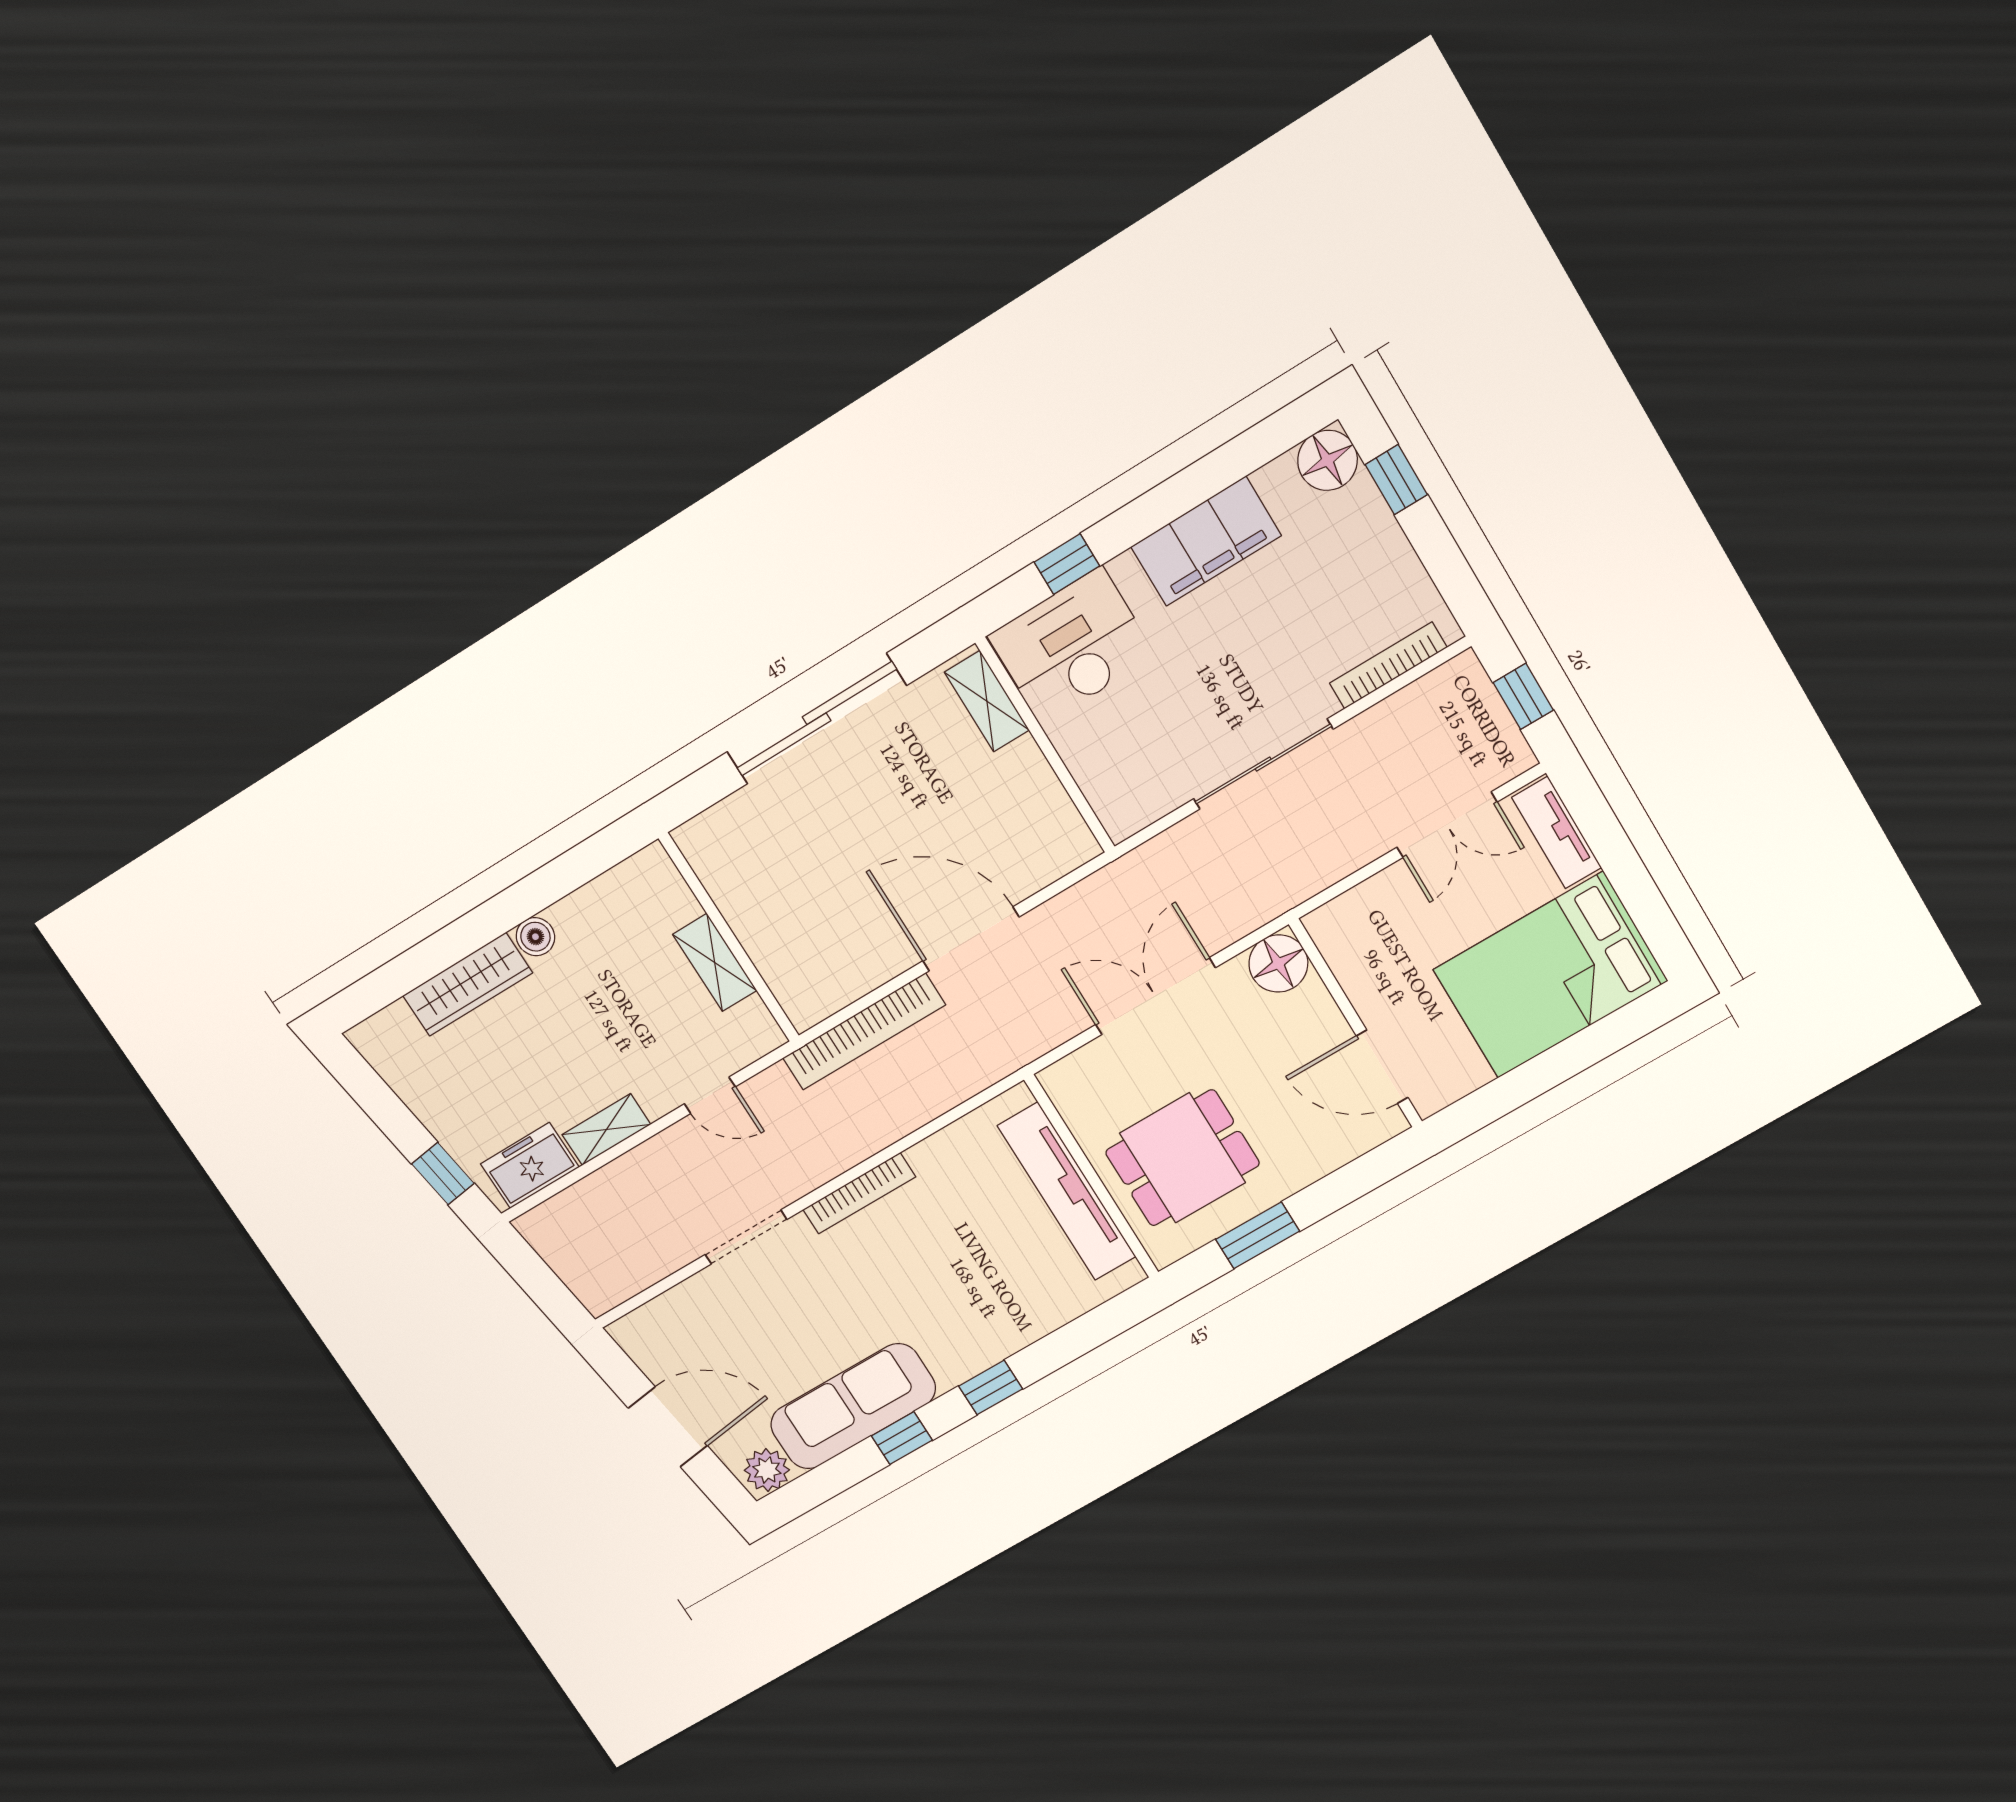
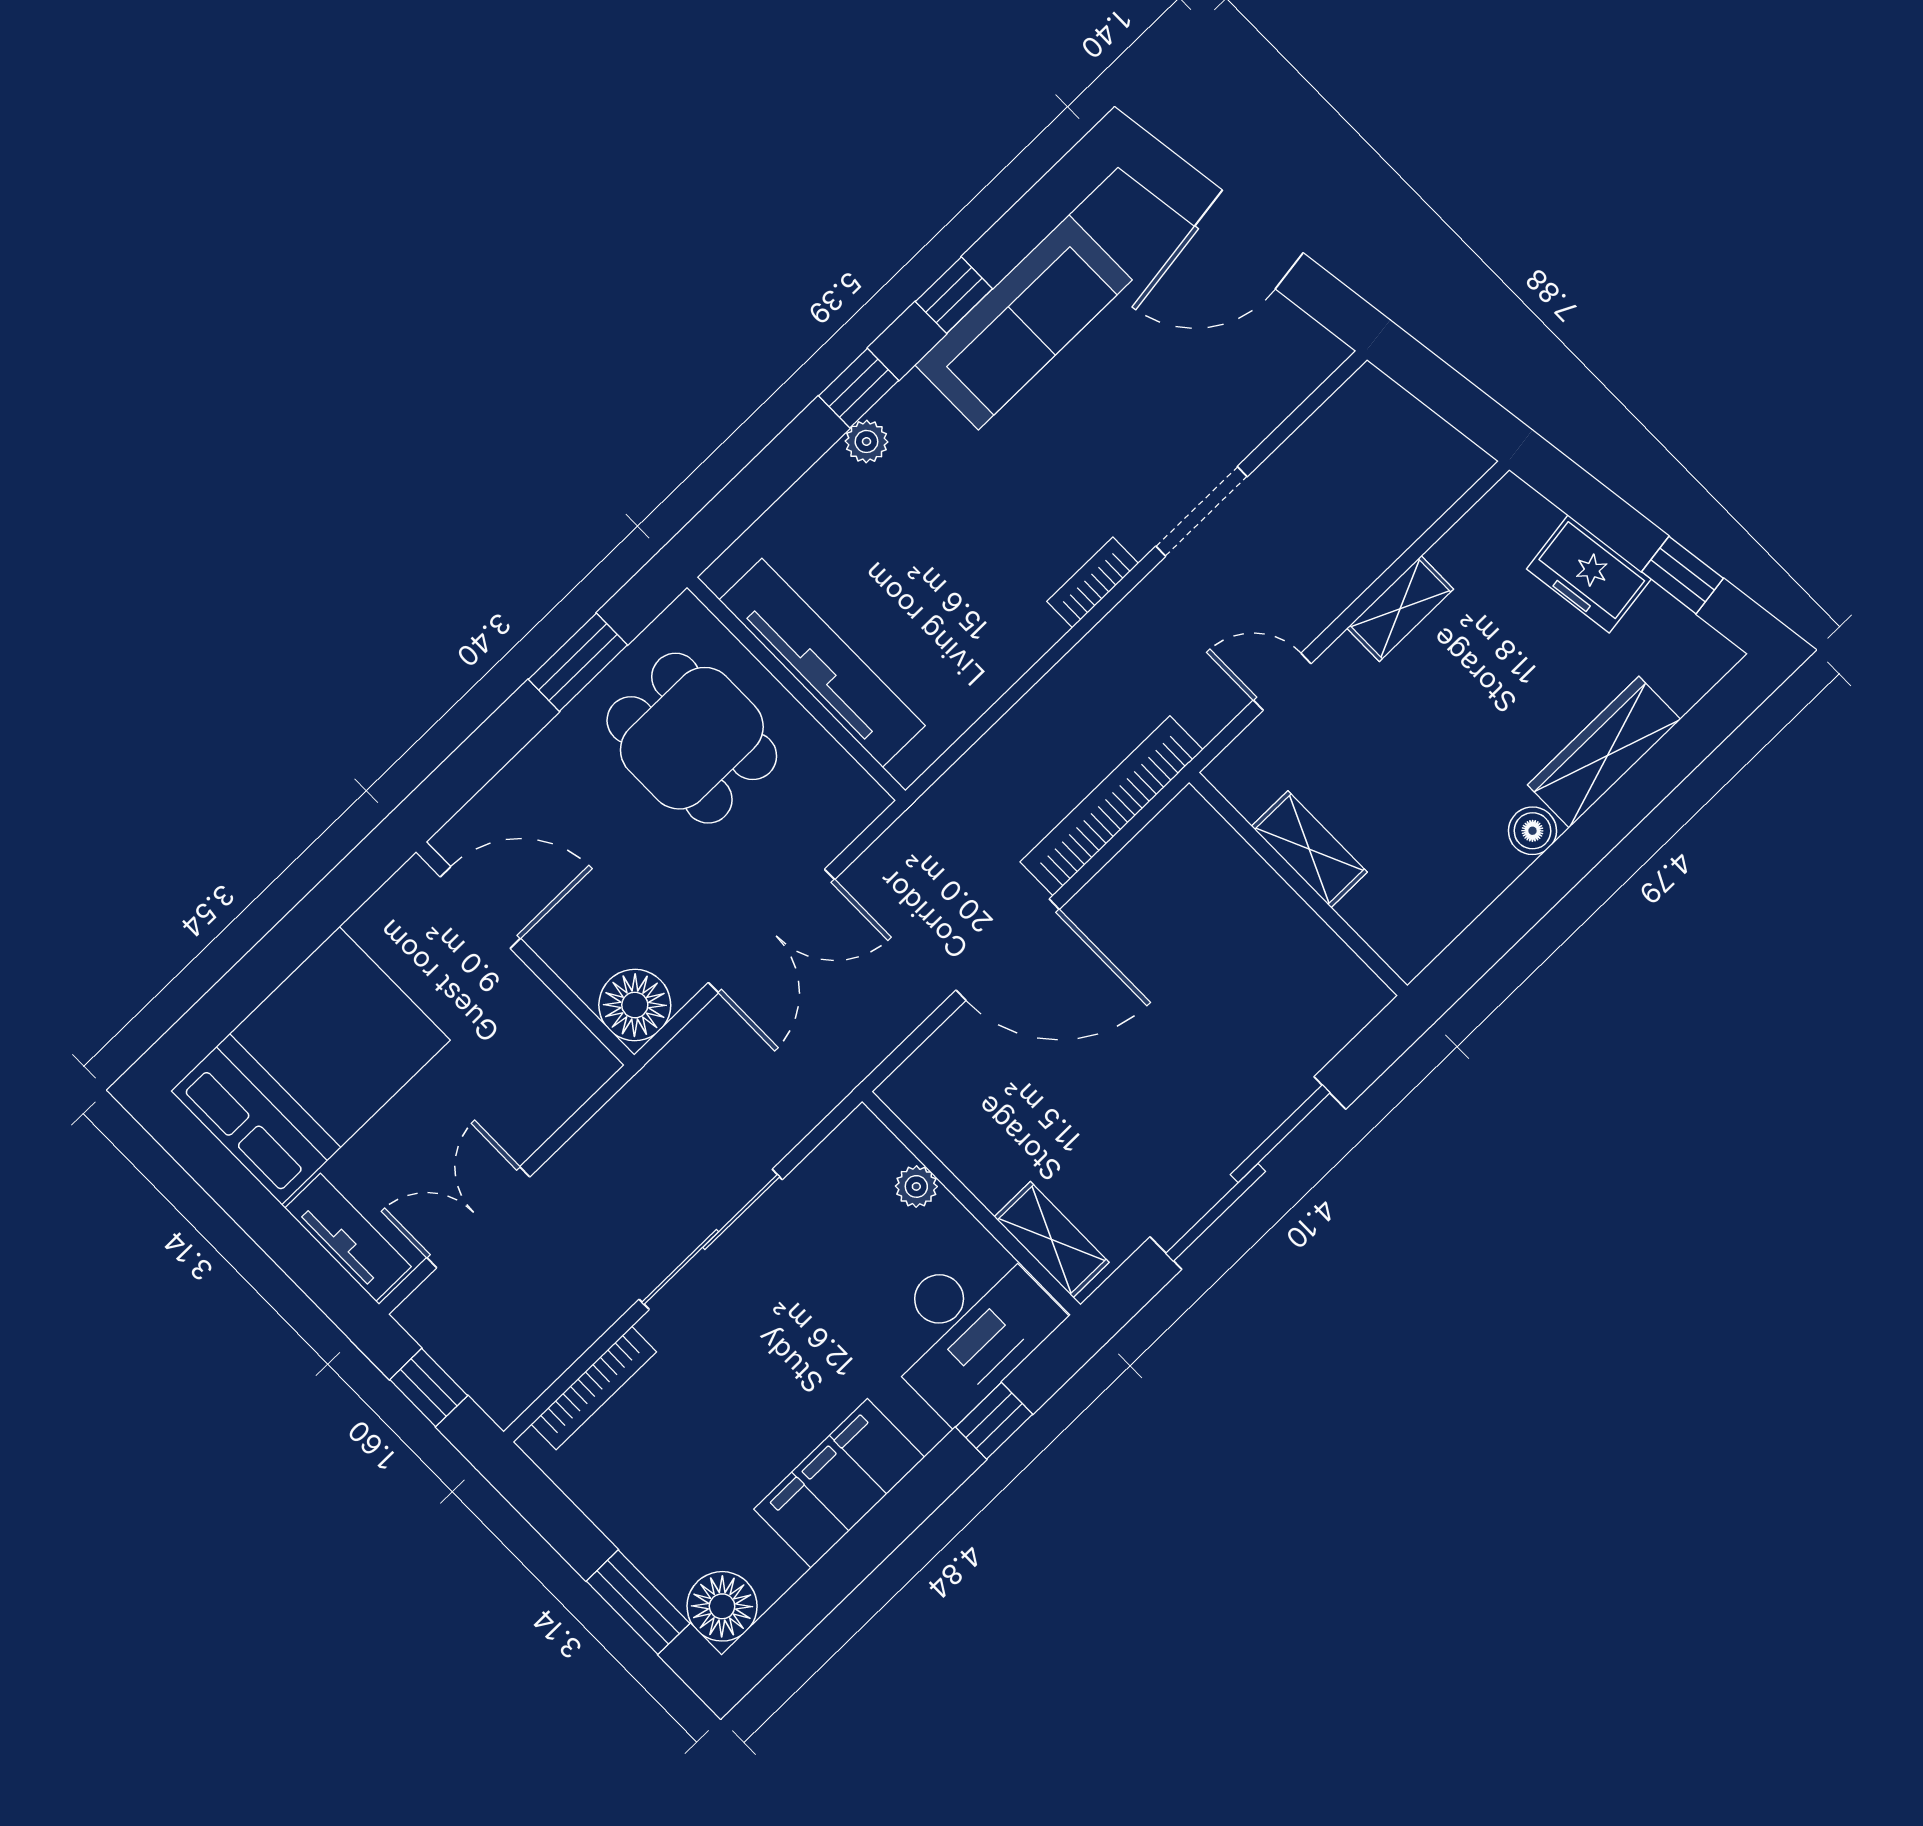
window: (1396, 480) -> (638, 1602), width x1.50
plant: (1087, 769) -> (916, 1186), added
dining table: (1182, 1158) -> (692, 738), turned 90
freezer: (530, 1166) -> (1589, 574), moved, turned 82
window: (443, 1174) -> (1683, 575), moved
bookcase: (859, 1193) -> (1093, 582), width x0.64
plant: (767, 1470) -> (866, 441), moved, width x0.73, depth x0.73

